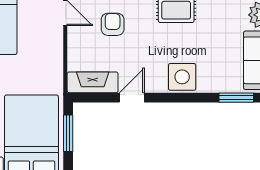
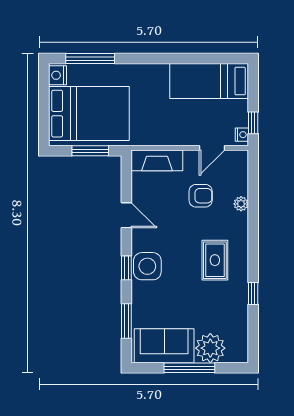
fireplace: (93, 82) -> (157, 160), moved, turned 90
window: (184, 98) -> (126, 268), added

